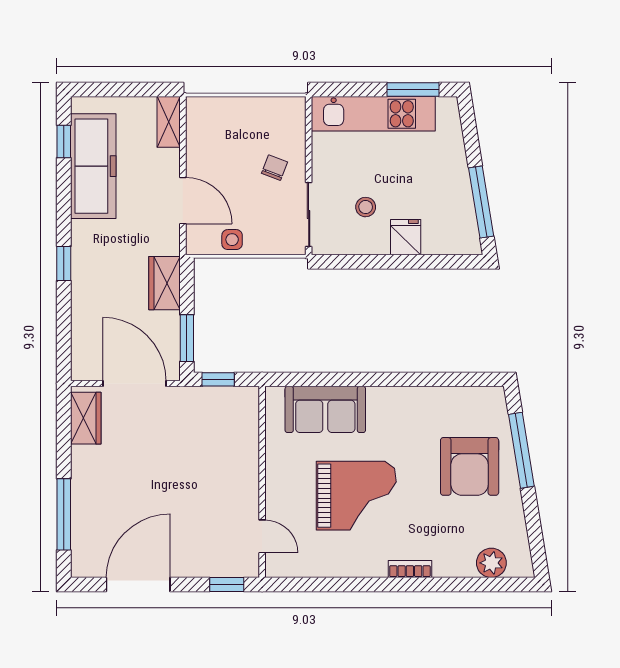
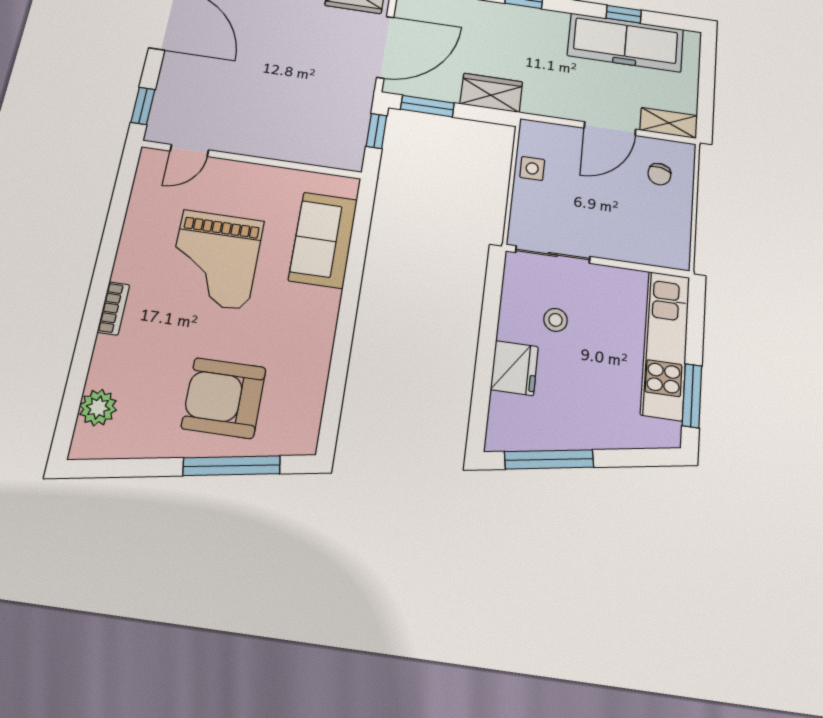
window: (64, 142) -> (624, 14), moved
chair: (275, 168) -> (659, 174), moved, turned 79
door: (183, 201) -> (610, 129), moved
fridge: (406, 237) -> (514, 368), width x1.38

